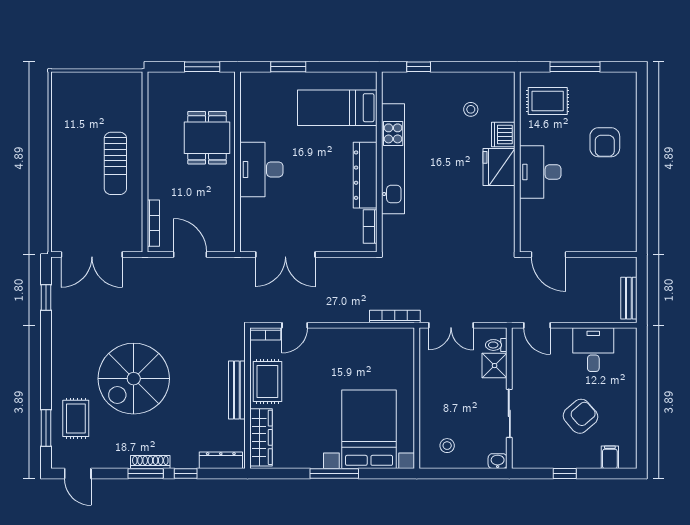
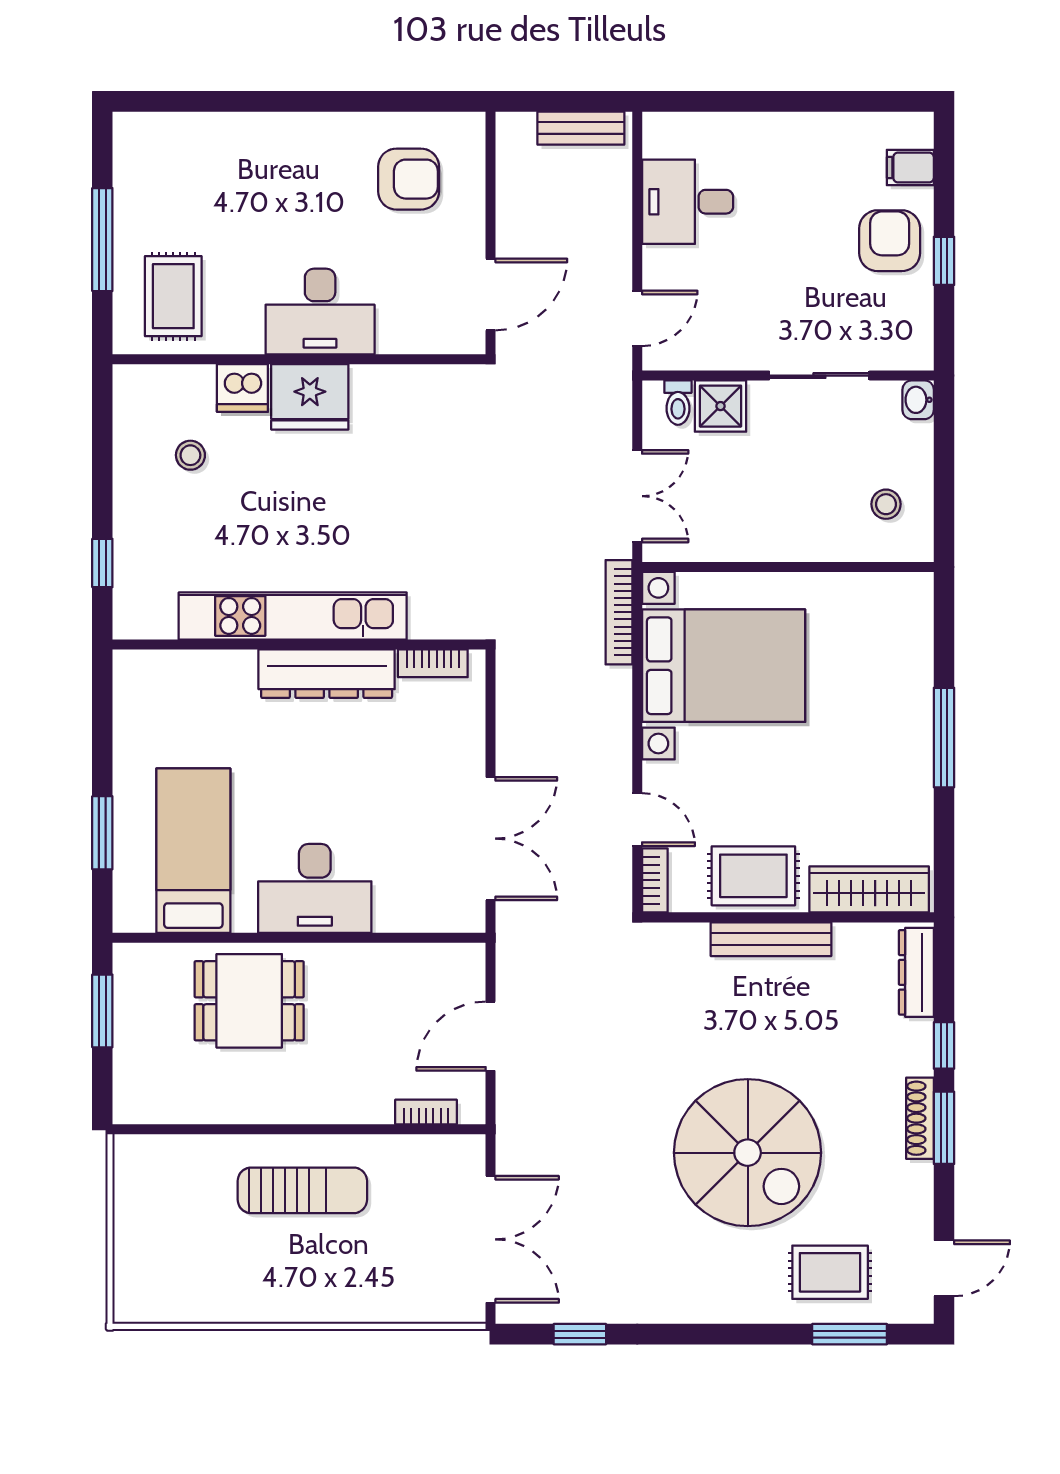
bed: (337, 108) -> (193, 851), moved, turned 180
armchair: (605, 142) -> (409, 179), moved
bookcase: (153, 223) -> (426, 1112), width x0.64
armchair: (580, 416) -> (890, 241), moved, turned 41
bed with nightstands: (369, 429) -> (724, 666), moved, turned 180

